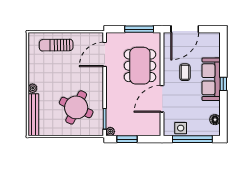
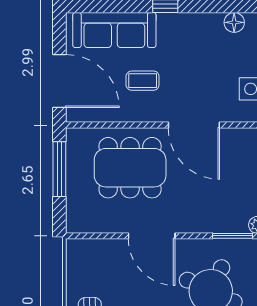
door: (105, 54) -> (152, 236), moved
sofa: (211, 79) -> (114, 30), moved

